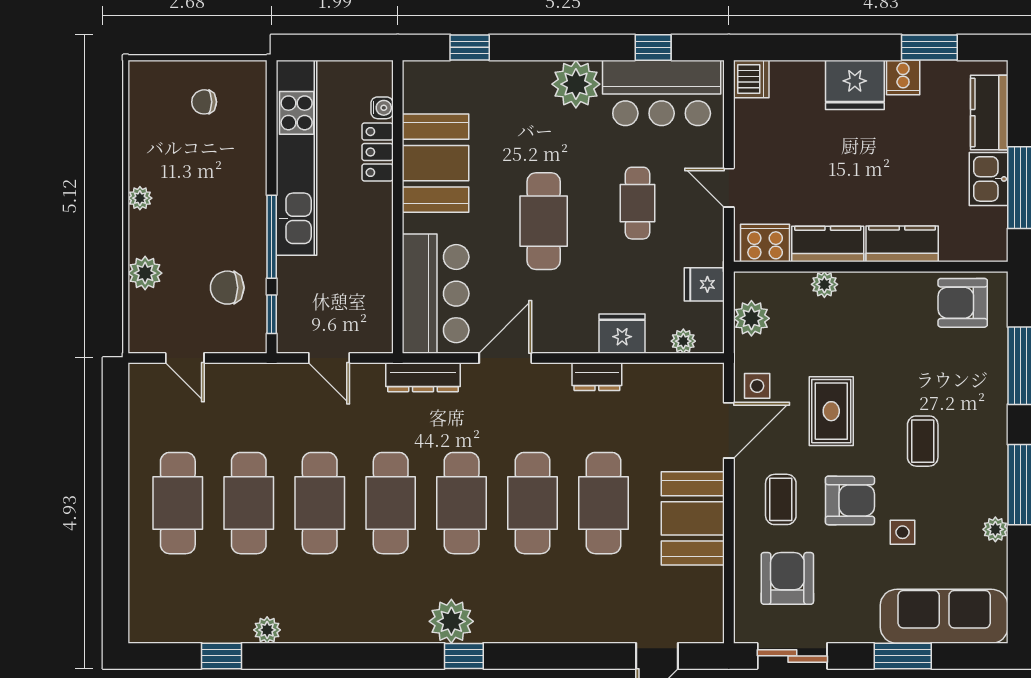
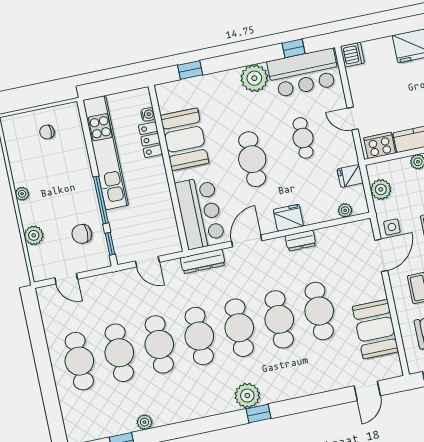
fridge: (622, 334) -> (288, 218), moved
booth: (693, 518) -> (375, 329), moved

